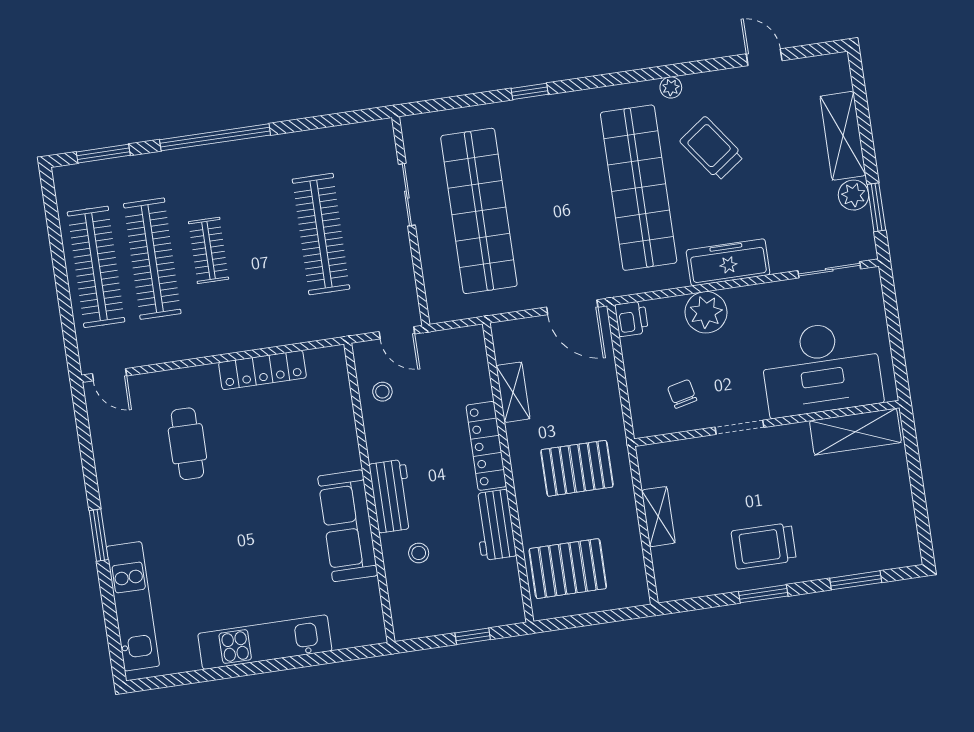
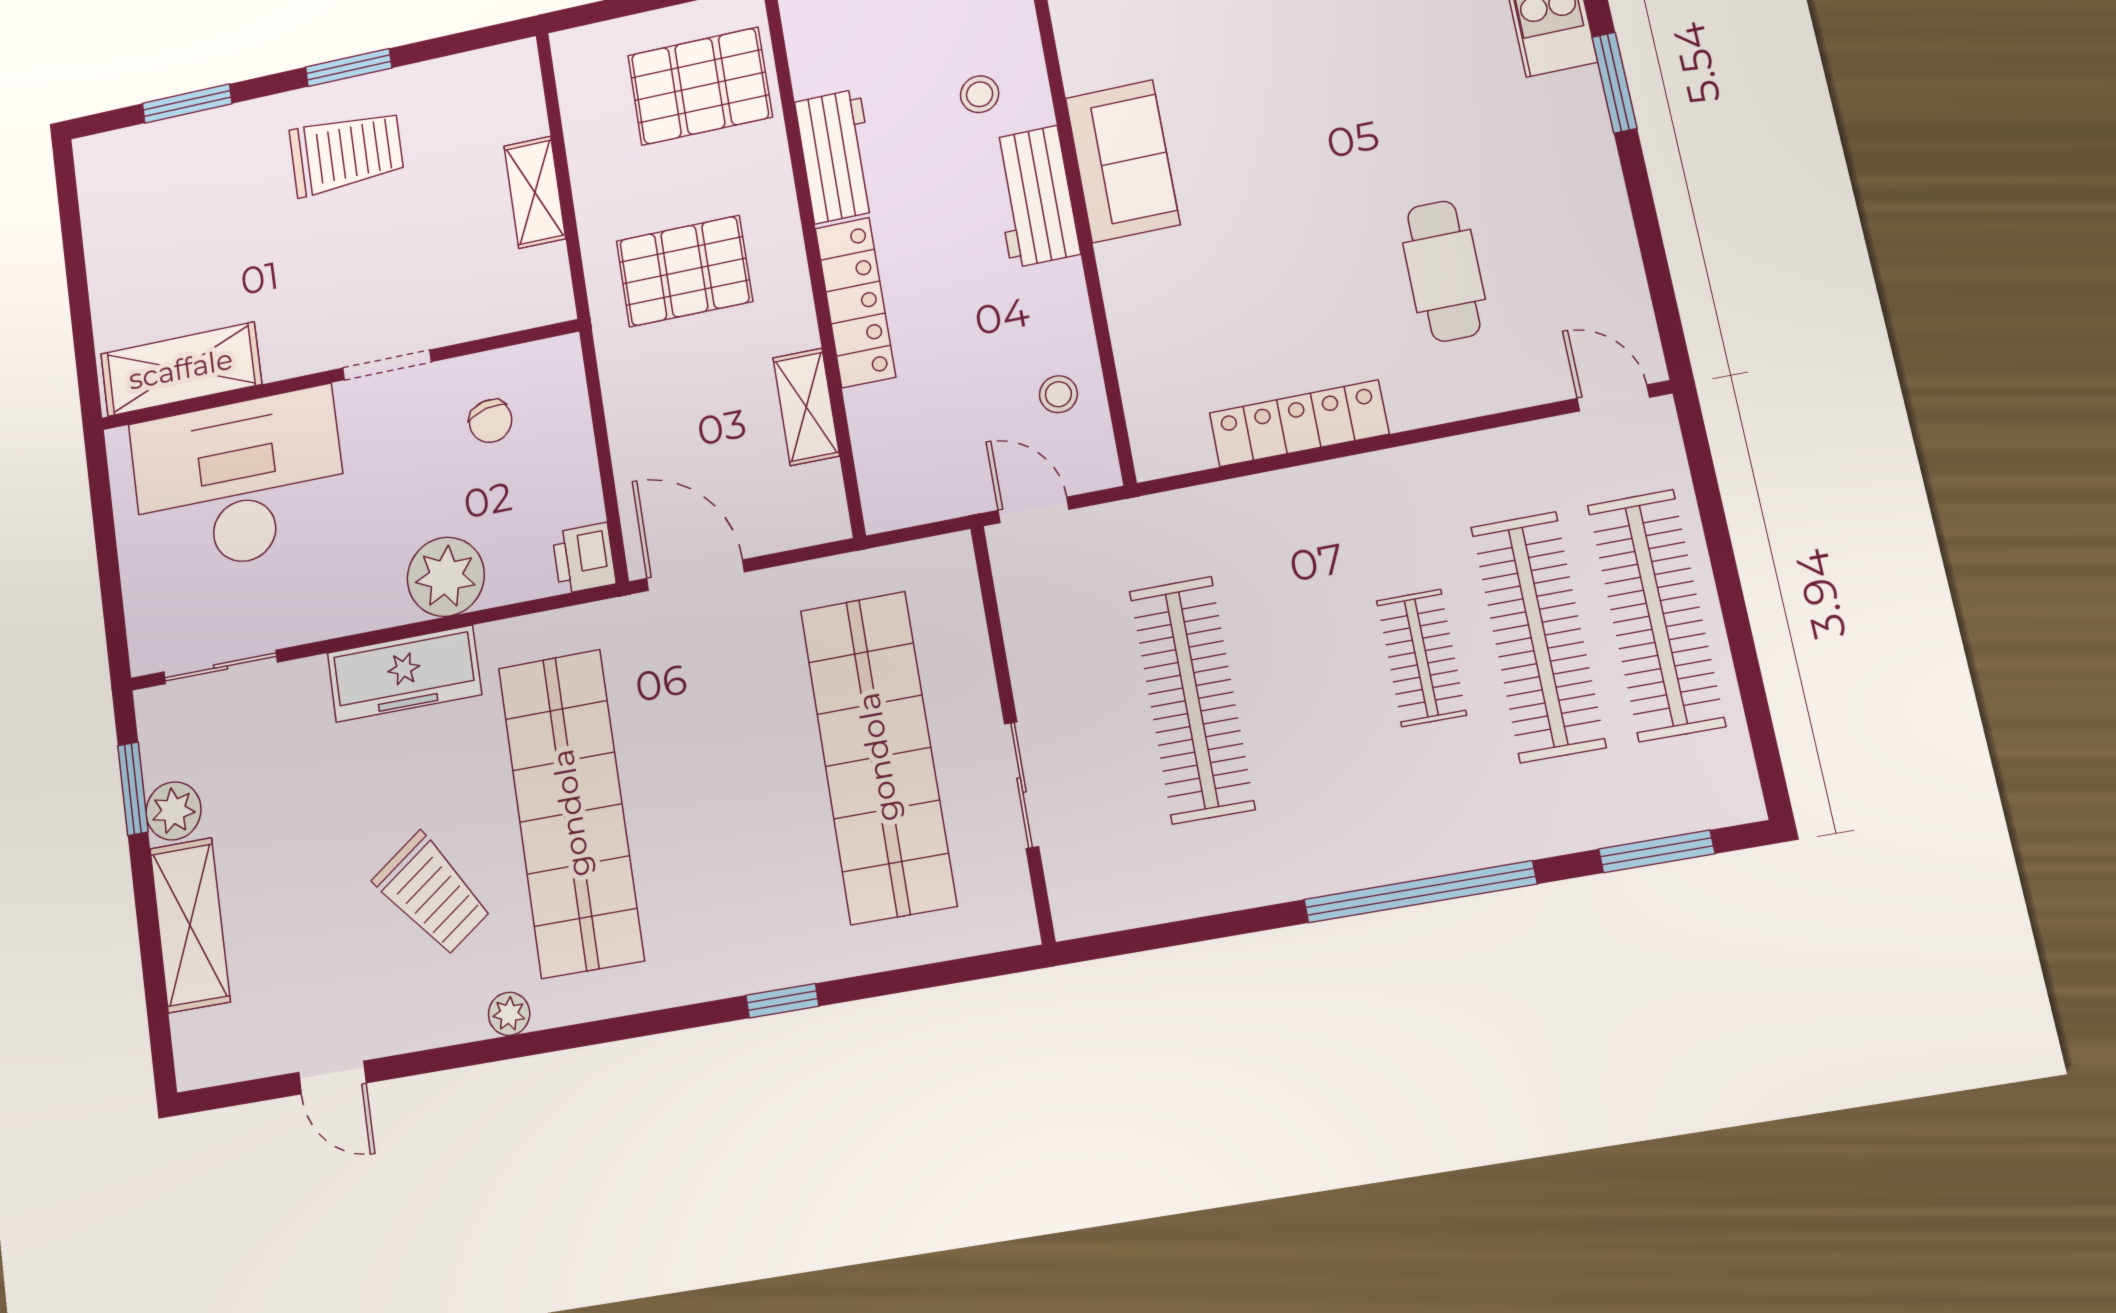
sofa: (348, 526) -> (1123, 161), width x0.73

